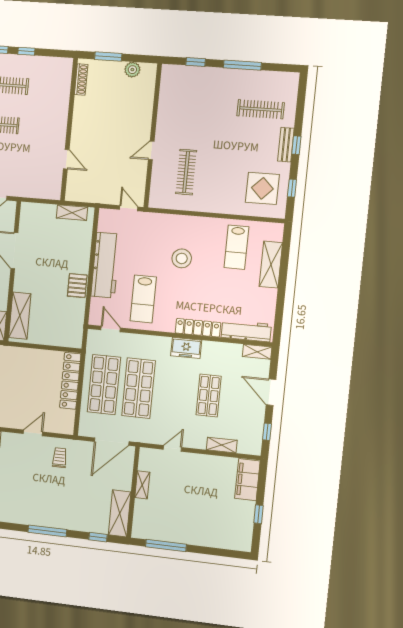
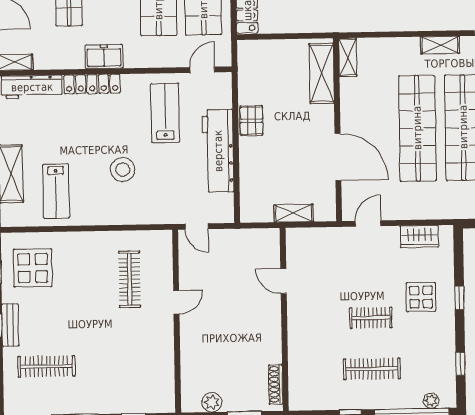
shelving: (72, 213) -> (294, 213), moved
lab bench: (236, 247) -> (56, 191), turned 180
door: (111, 329) -> (202, 70), swing flipped

